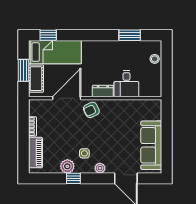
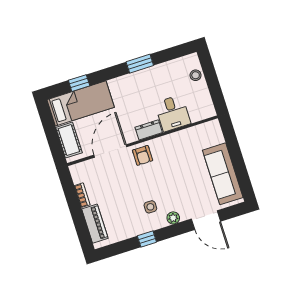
window: (48, 35) -> (79, 83), moved
window: (130, 35) -> (140, 64), moved
window: (23, 70) -> (52, 135), removed
armchair: (91, 110) -> (143, 155), turned -65
plant: (67, 166) -> (136, 228), removed

